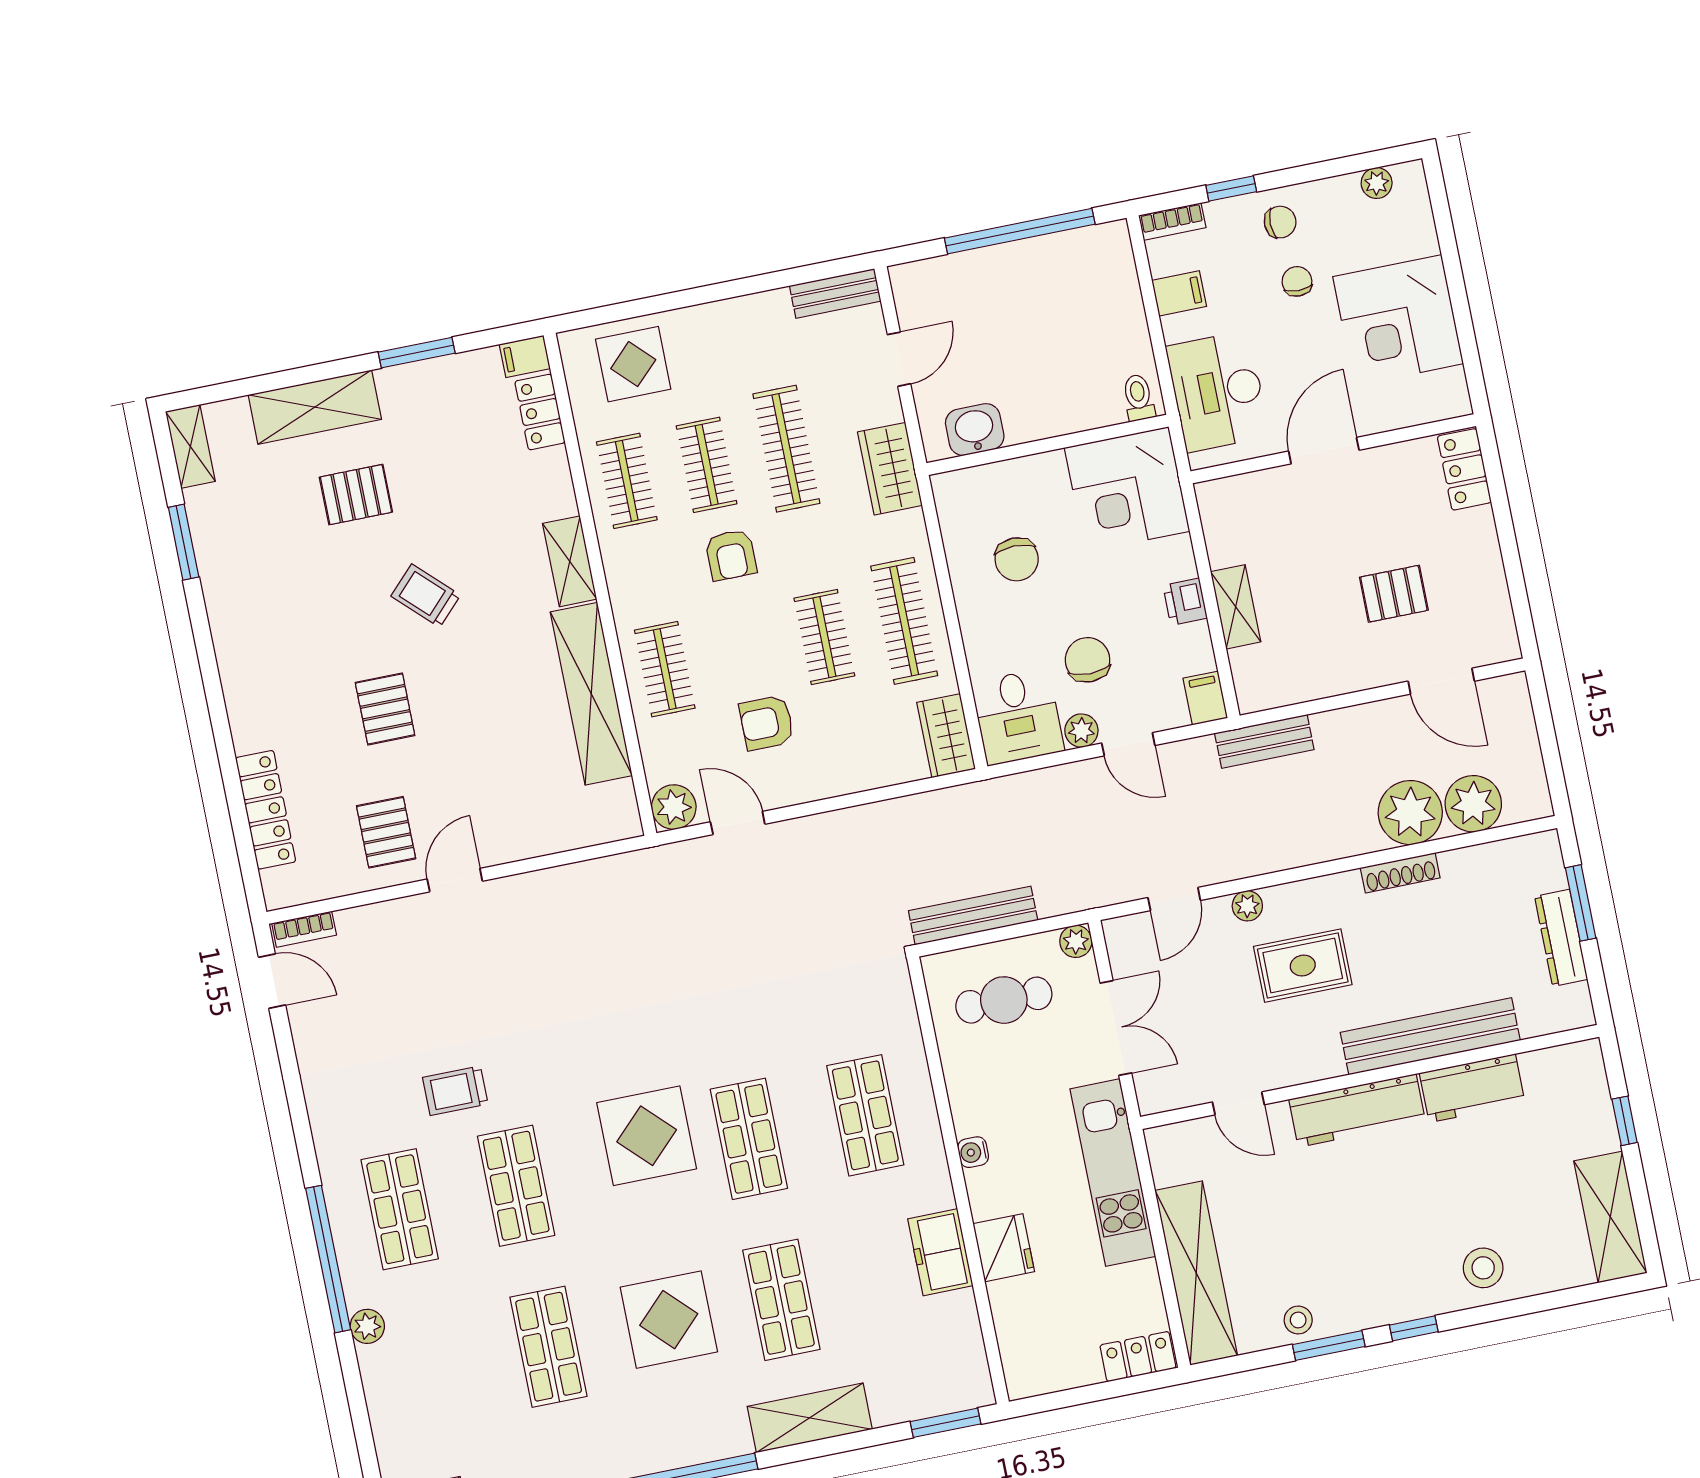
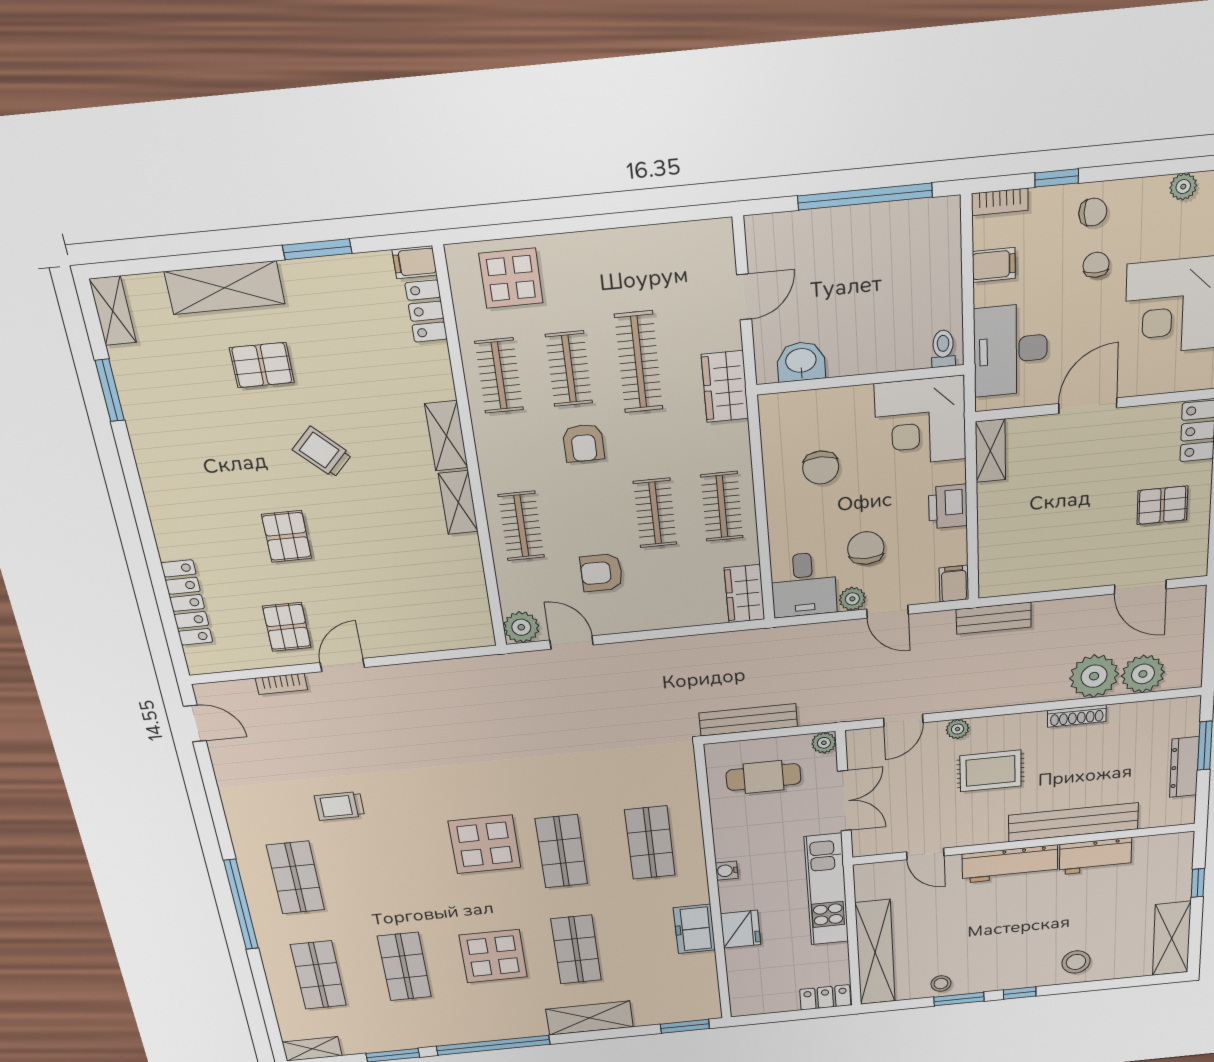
bench: (835, 293) -> (695, 235), removed
pallet: (1394, 594) -> (1162, 505), moved
printer: (1185, 602) -> (948, 507), width x1.36, depth x1.24
shelving: (1236, 607) -> (990, 451), moved
clothes rail: (904, 621) -> (722, 506), width x0.73
shelving: (591, 694) -> (458, 502), width x0.45, depth x0.75
bookcase: (304, 929) -> (281, 684), moved
shop shelf: (516, 1186) -> (318, 975), moved
plant: (367, 1326) -> (271, 947), removed

